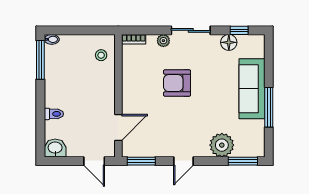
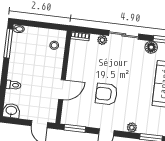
armchair: (177, 83) -> (106, 94), moved
door: (118, 127) -> (62, 90), moved
plant: (222, 145) -> (132, 127), width x0.53, depth x0.53

